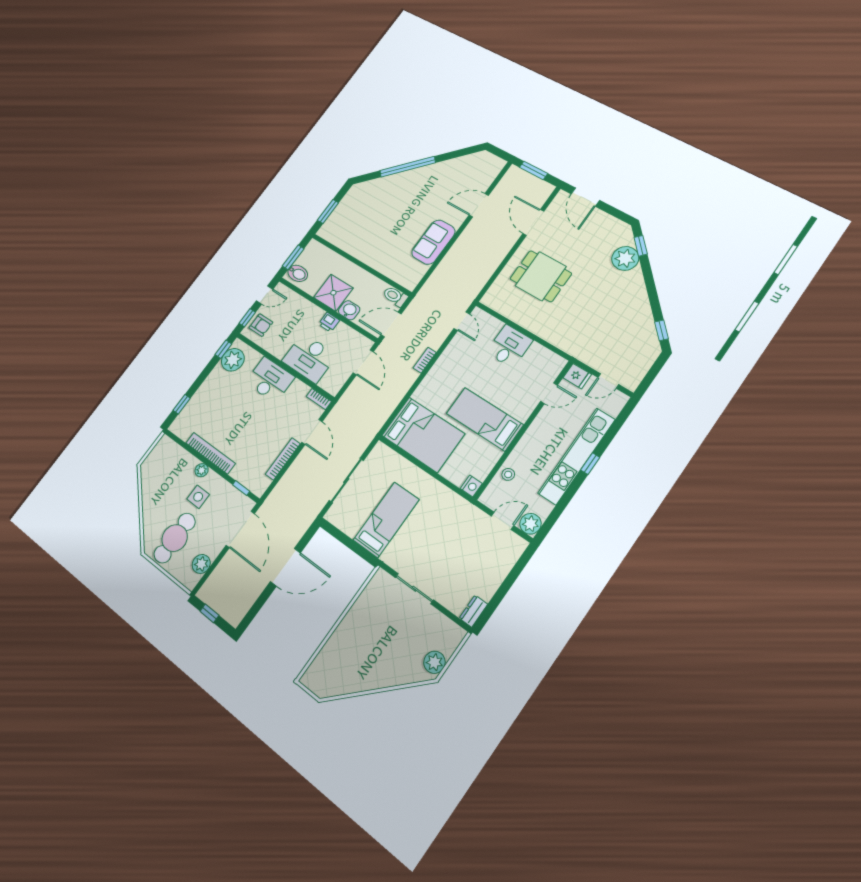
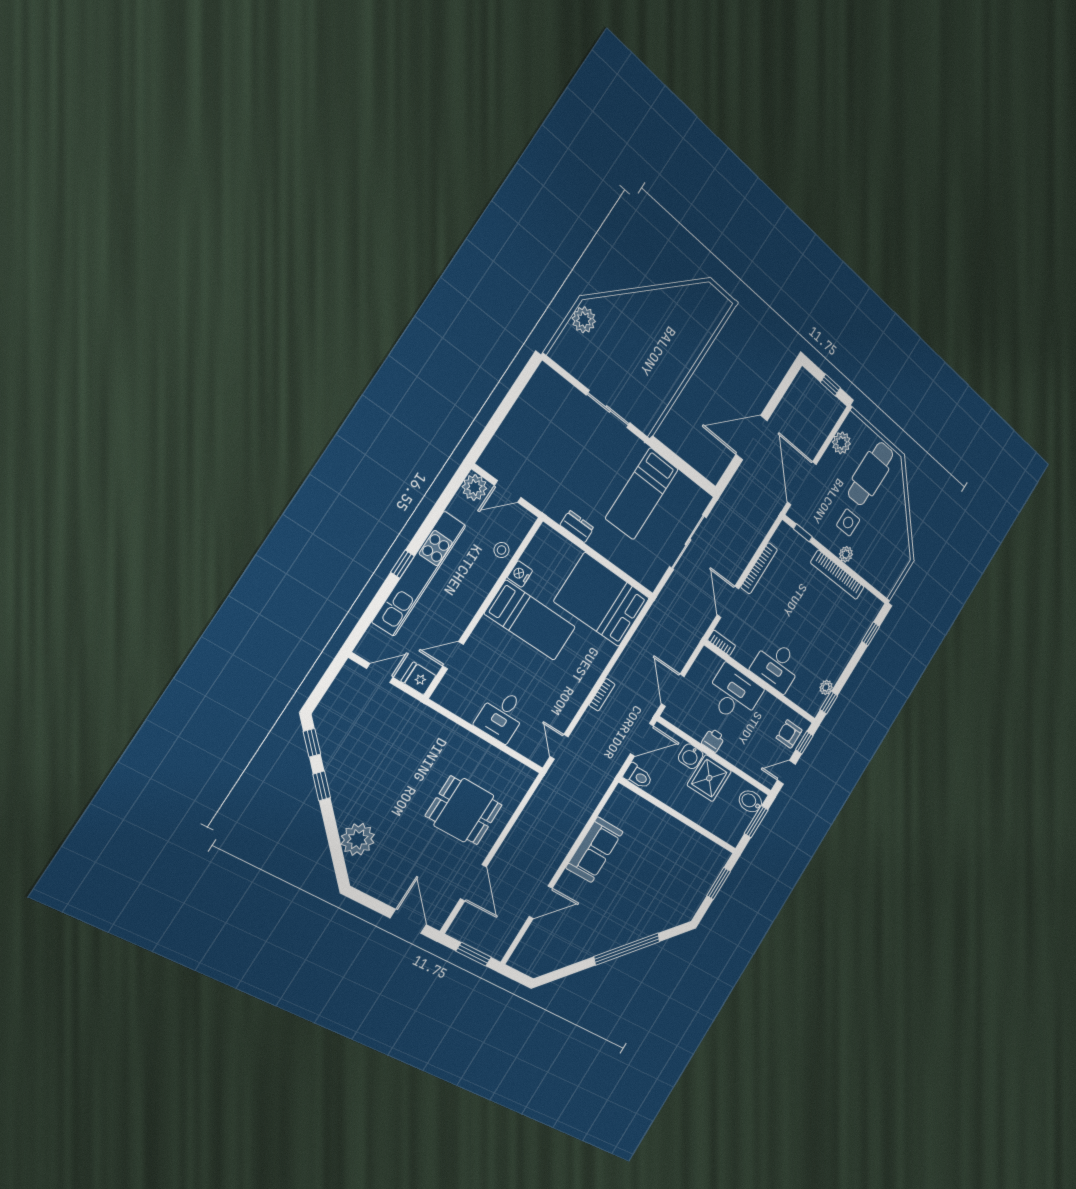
window: (641, 246) -> (322, 786), moved
plant: (233, 360) -> (826, 687), width x0.53, depth x0.53
nightstand: (471, 486) -> (520, 574), moved
dresser: (473, 611) -> (577, 526), moved, turned -90

